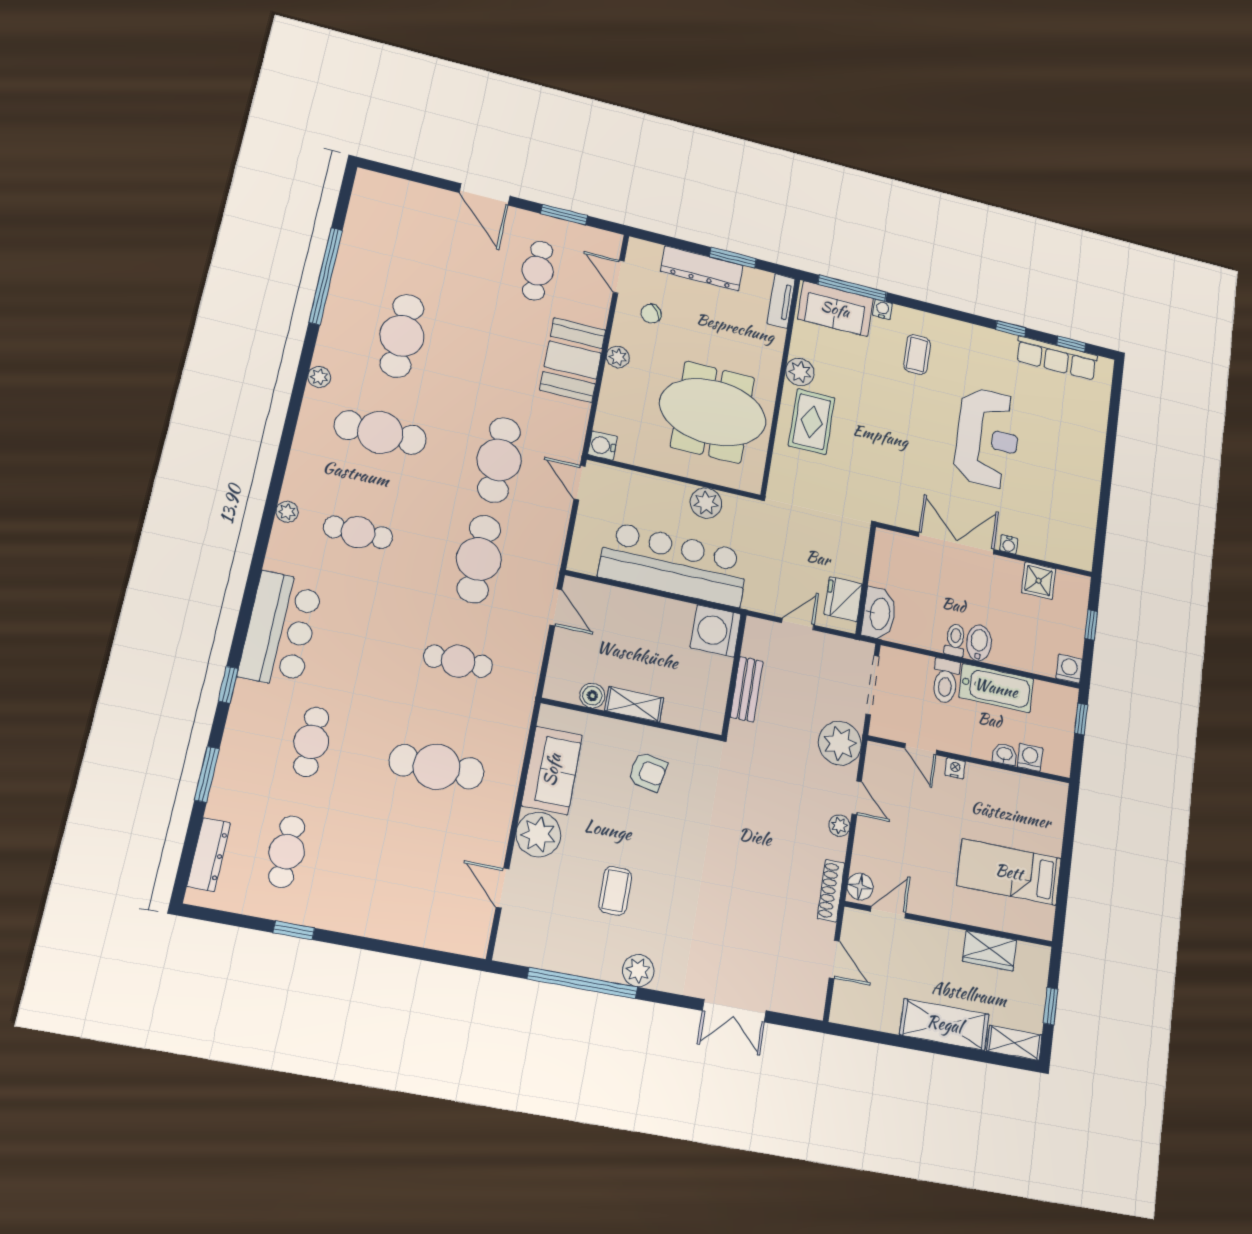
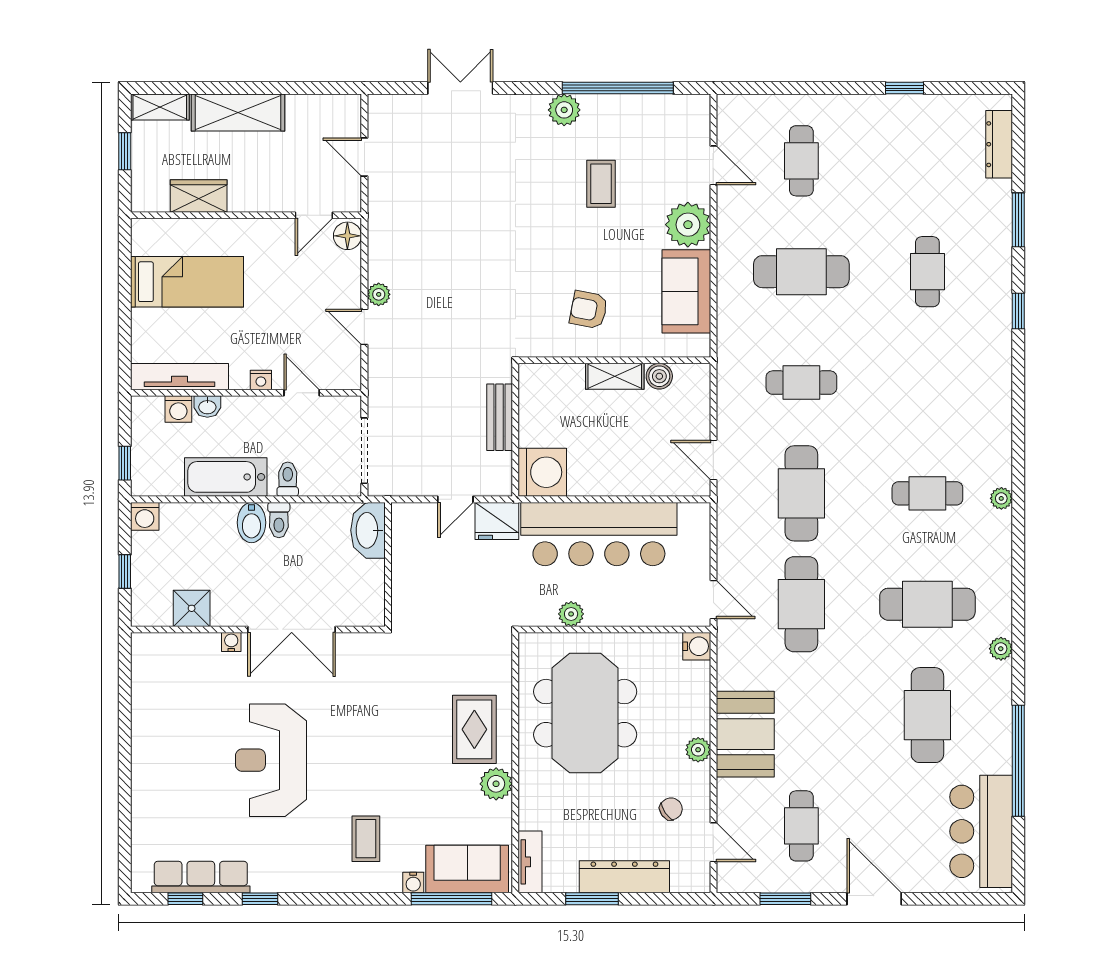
meeting table: (713, 412) -> (585, 713), turned 90
plant: (706, 503) -> (571, 614), width x0.73, depth x0.73
fridge: (843, 599) -> (497, 521), moved, turned 90
bar counter: (280, 630) -> (981, 831), moved
toilet: (946, 681) -> (288, 479), width x0.73, depth x0.72
plant: (840, 743) -> (391, 381), removed
tv unit: (1026, 786) -> (179, 377), added
cafe table: (287, 852) -> (801, 161), moved
shoe rack: (831, 891) -> (378, 226), removed

